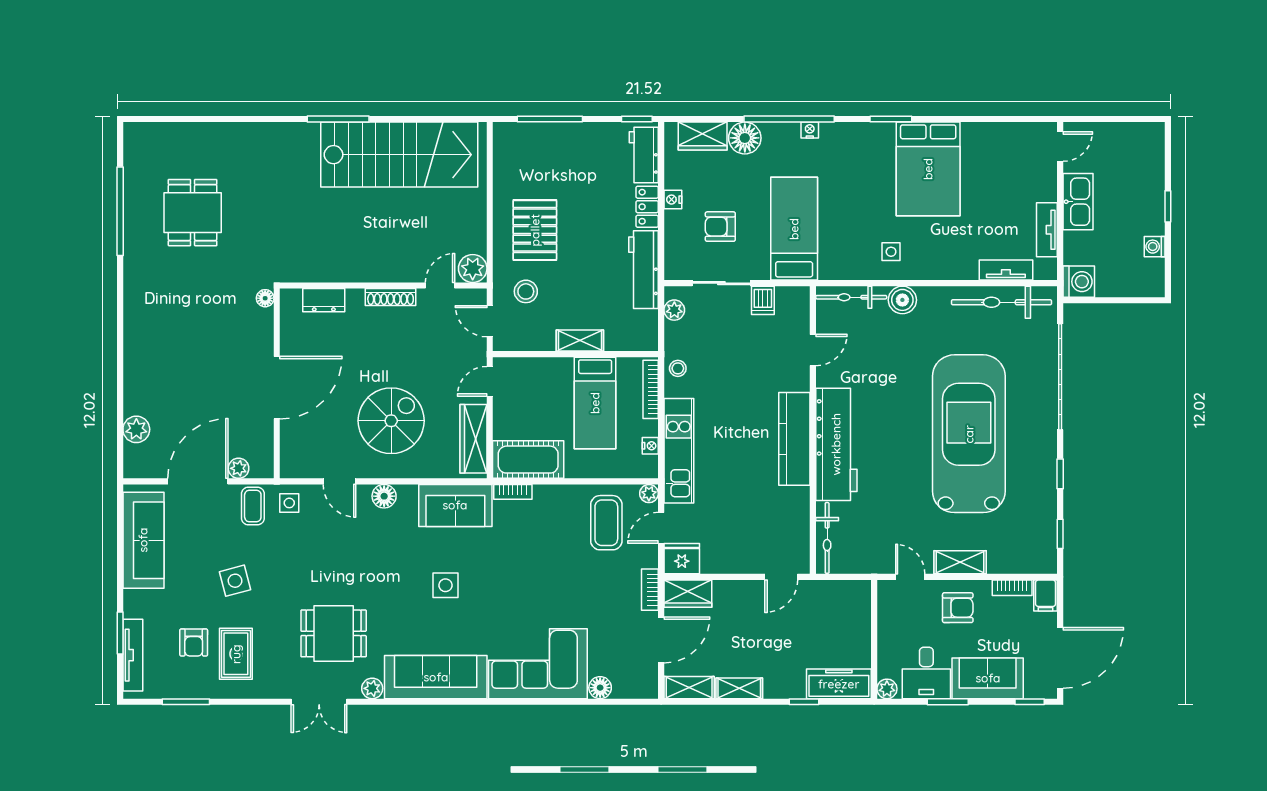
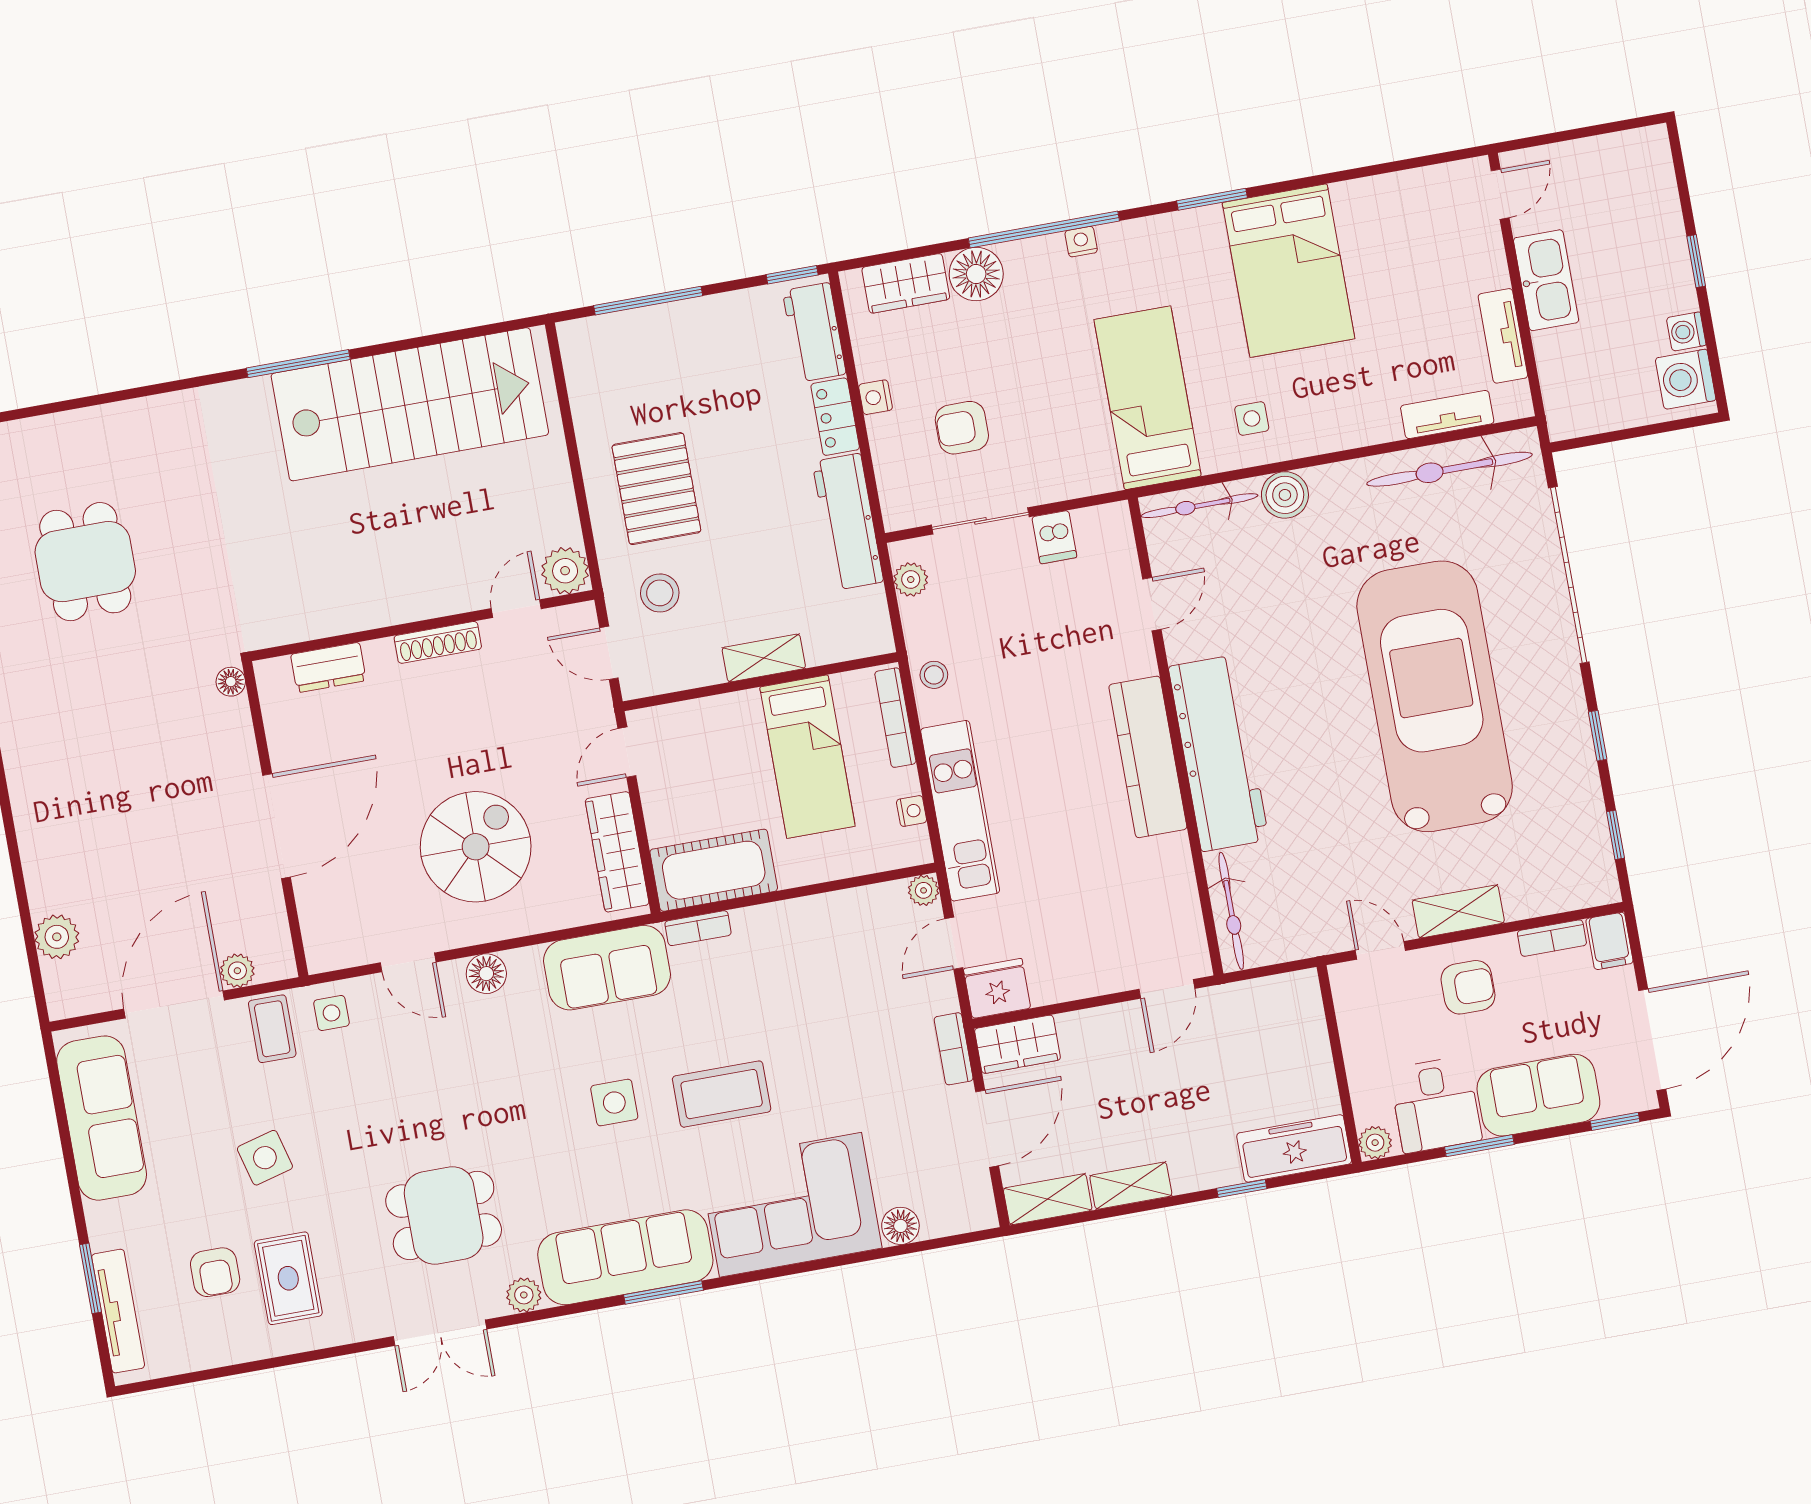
bed: (794, 229) -> (1148, 398), moved
washing machine: (1079, 282) -> (1686, 379), moved, turned 180
coffee table: (606, 523) -> (722, 1094), moved, turned 90
window: (186, 702) -> (664, 1293), moved

